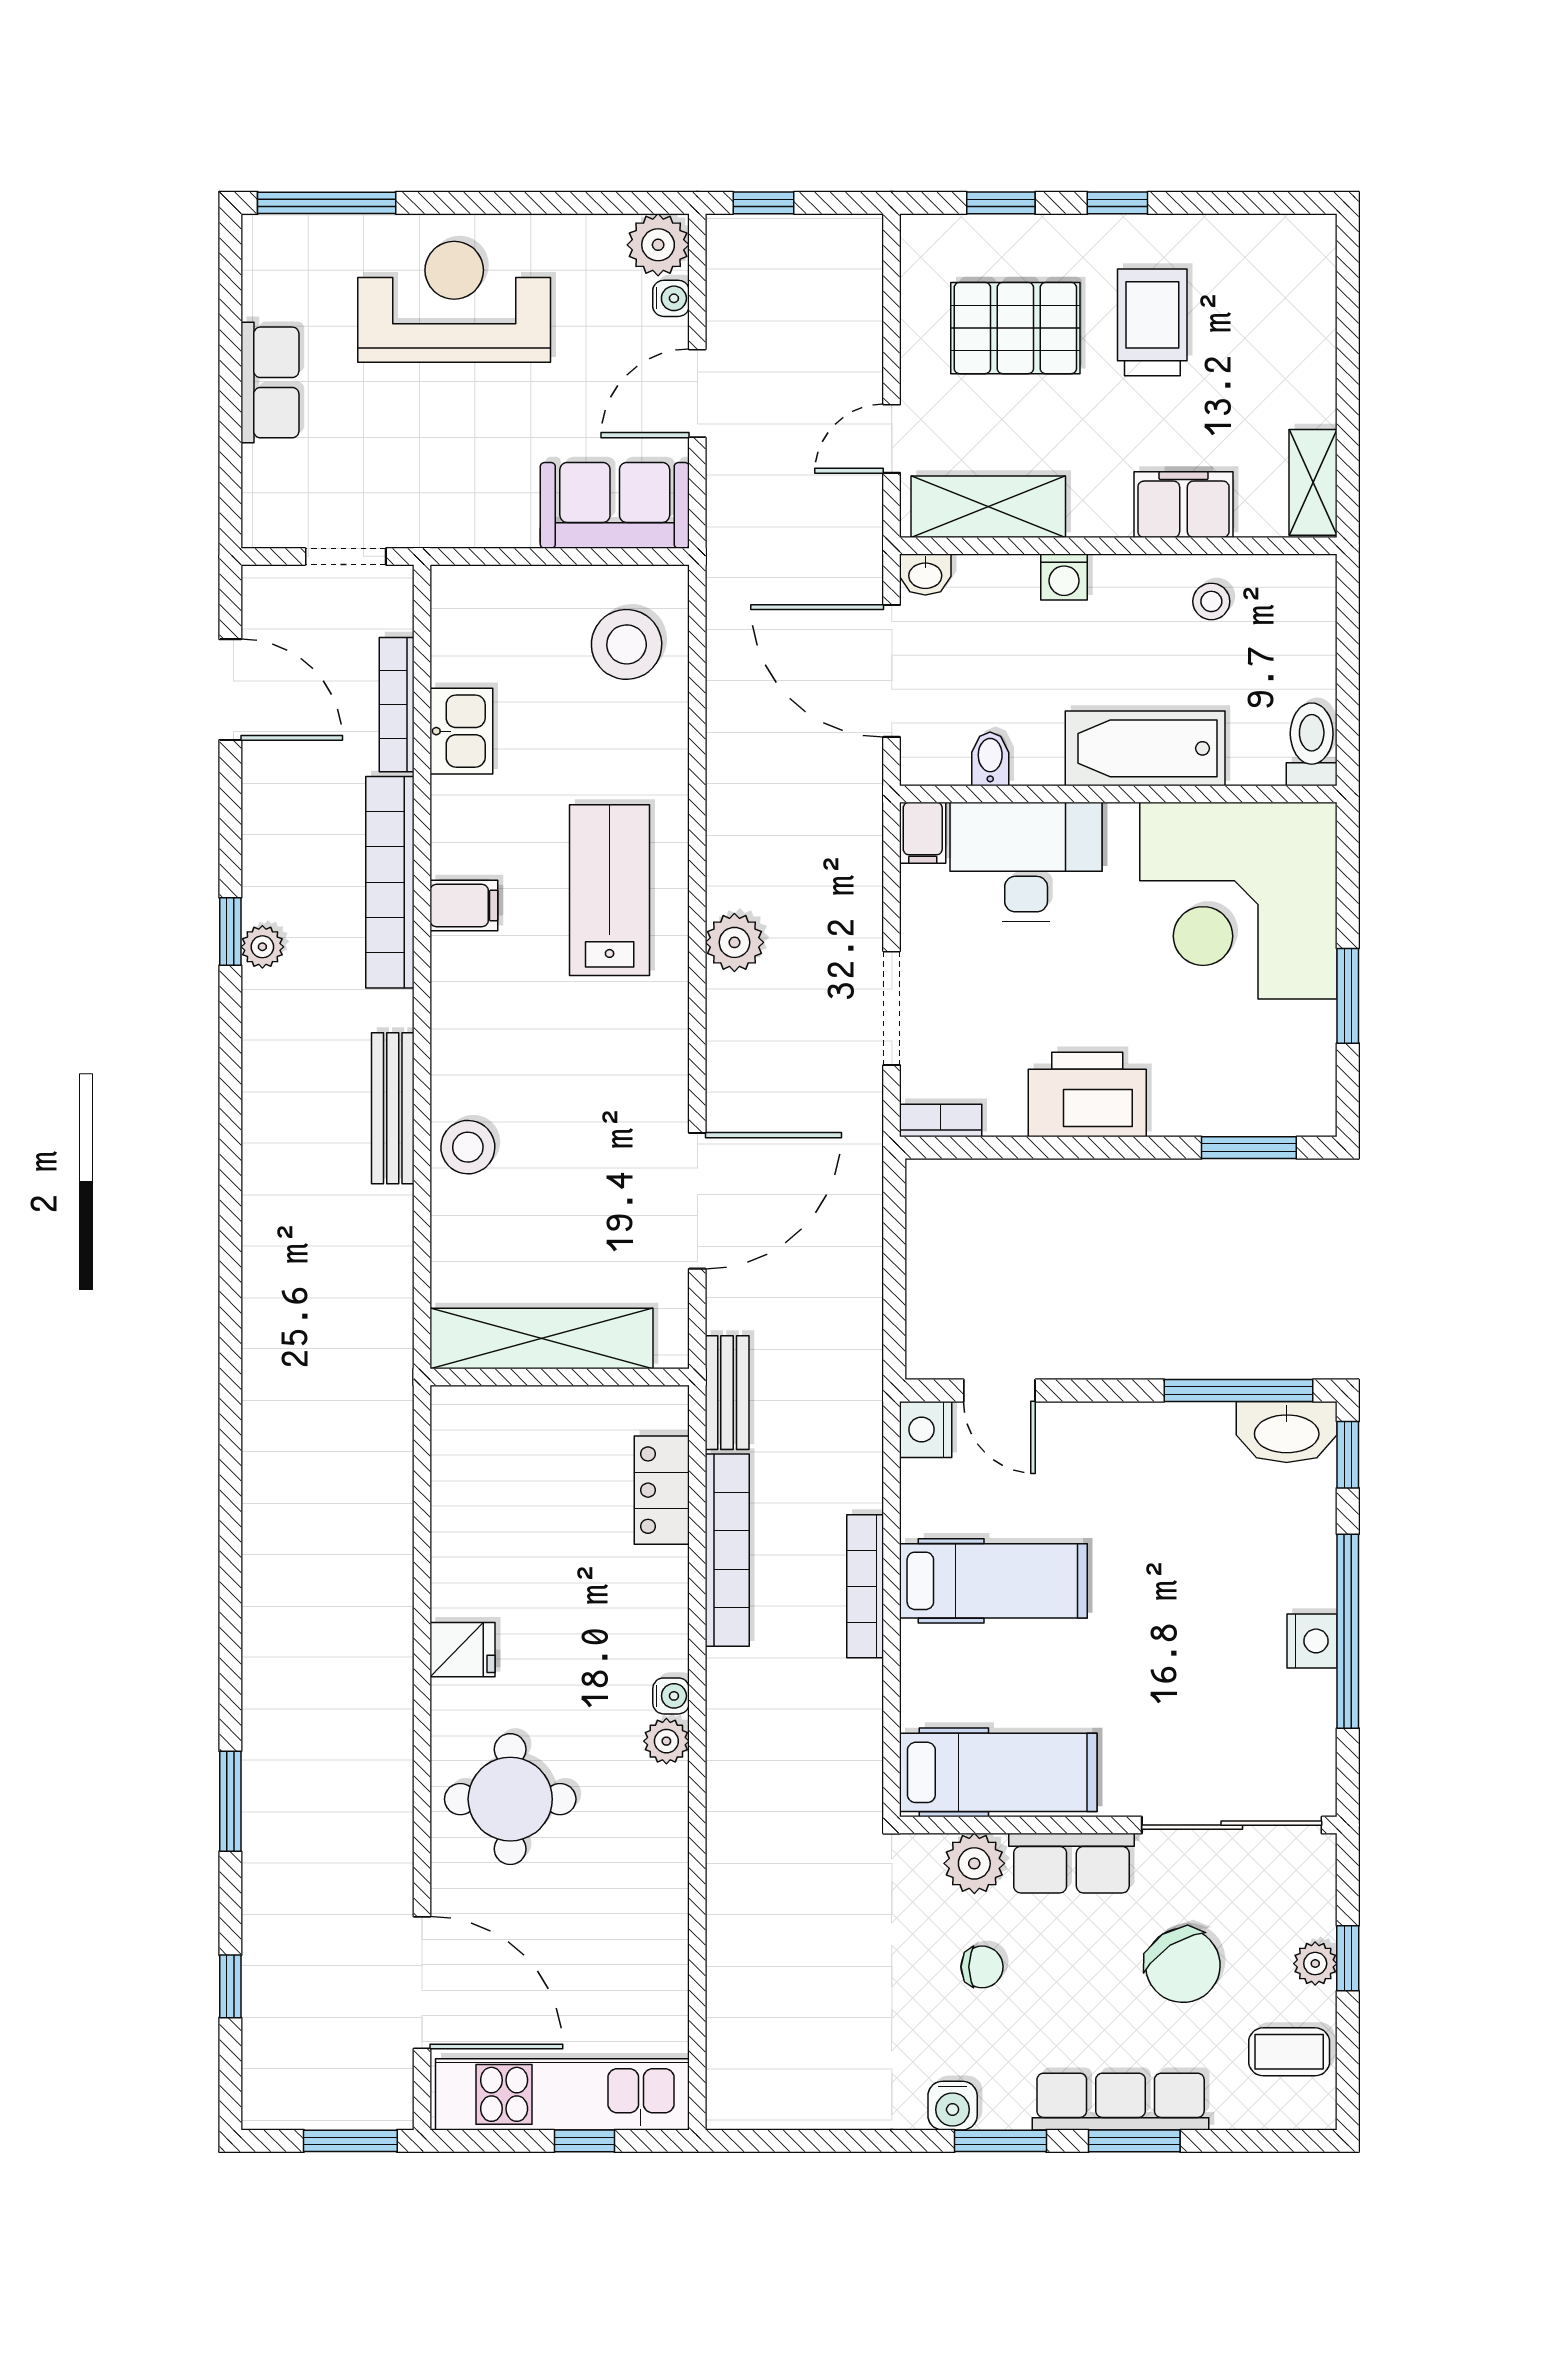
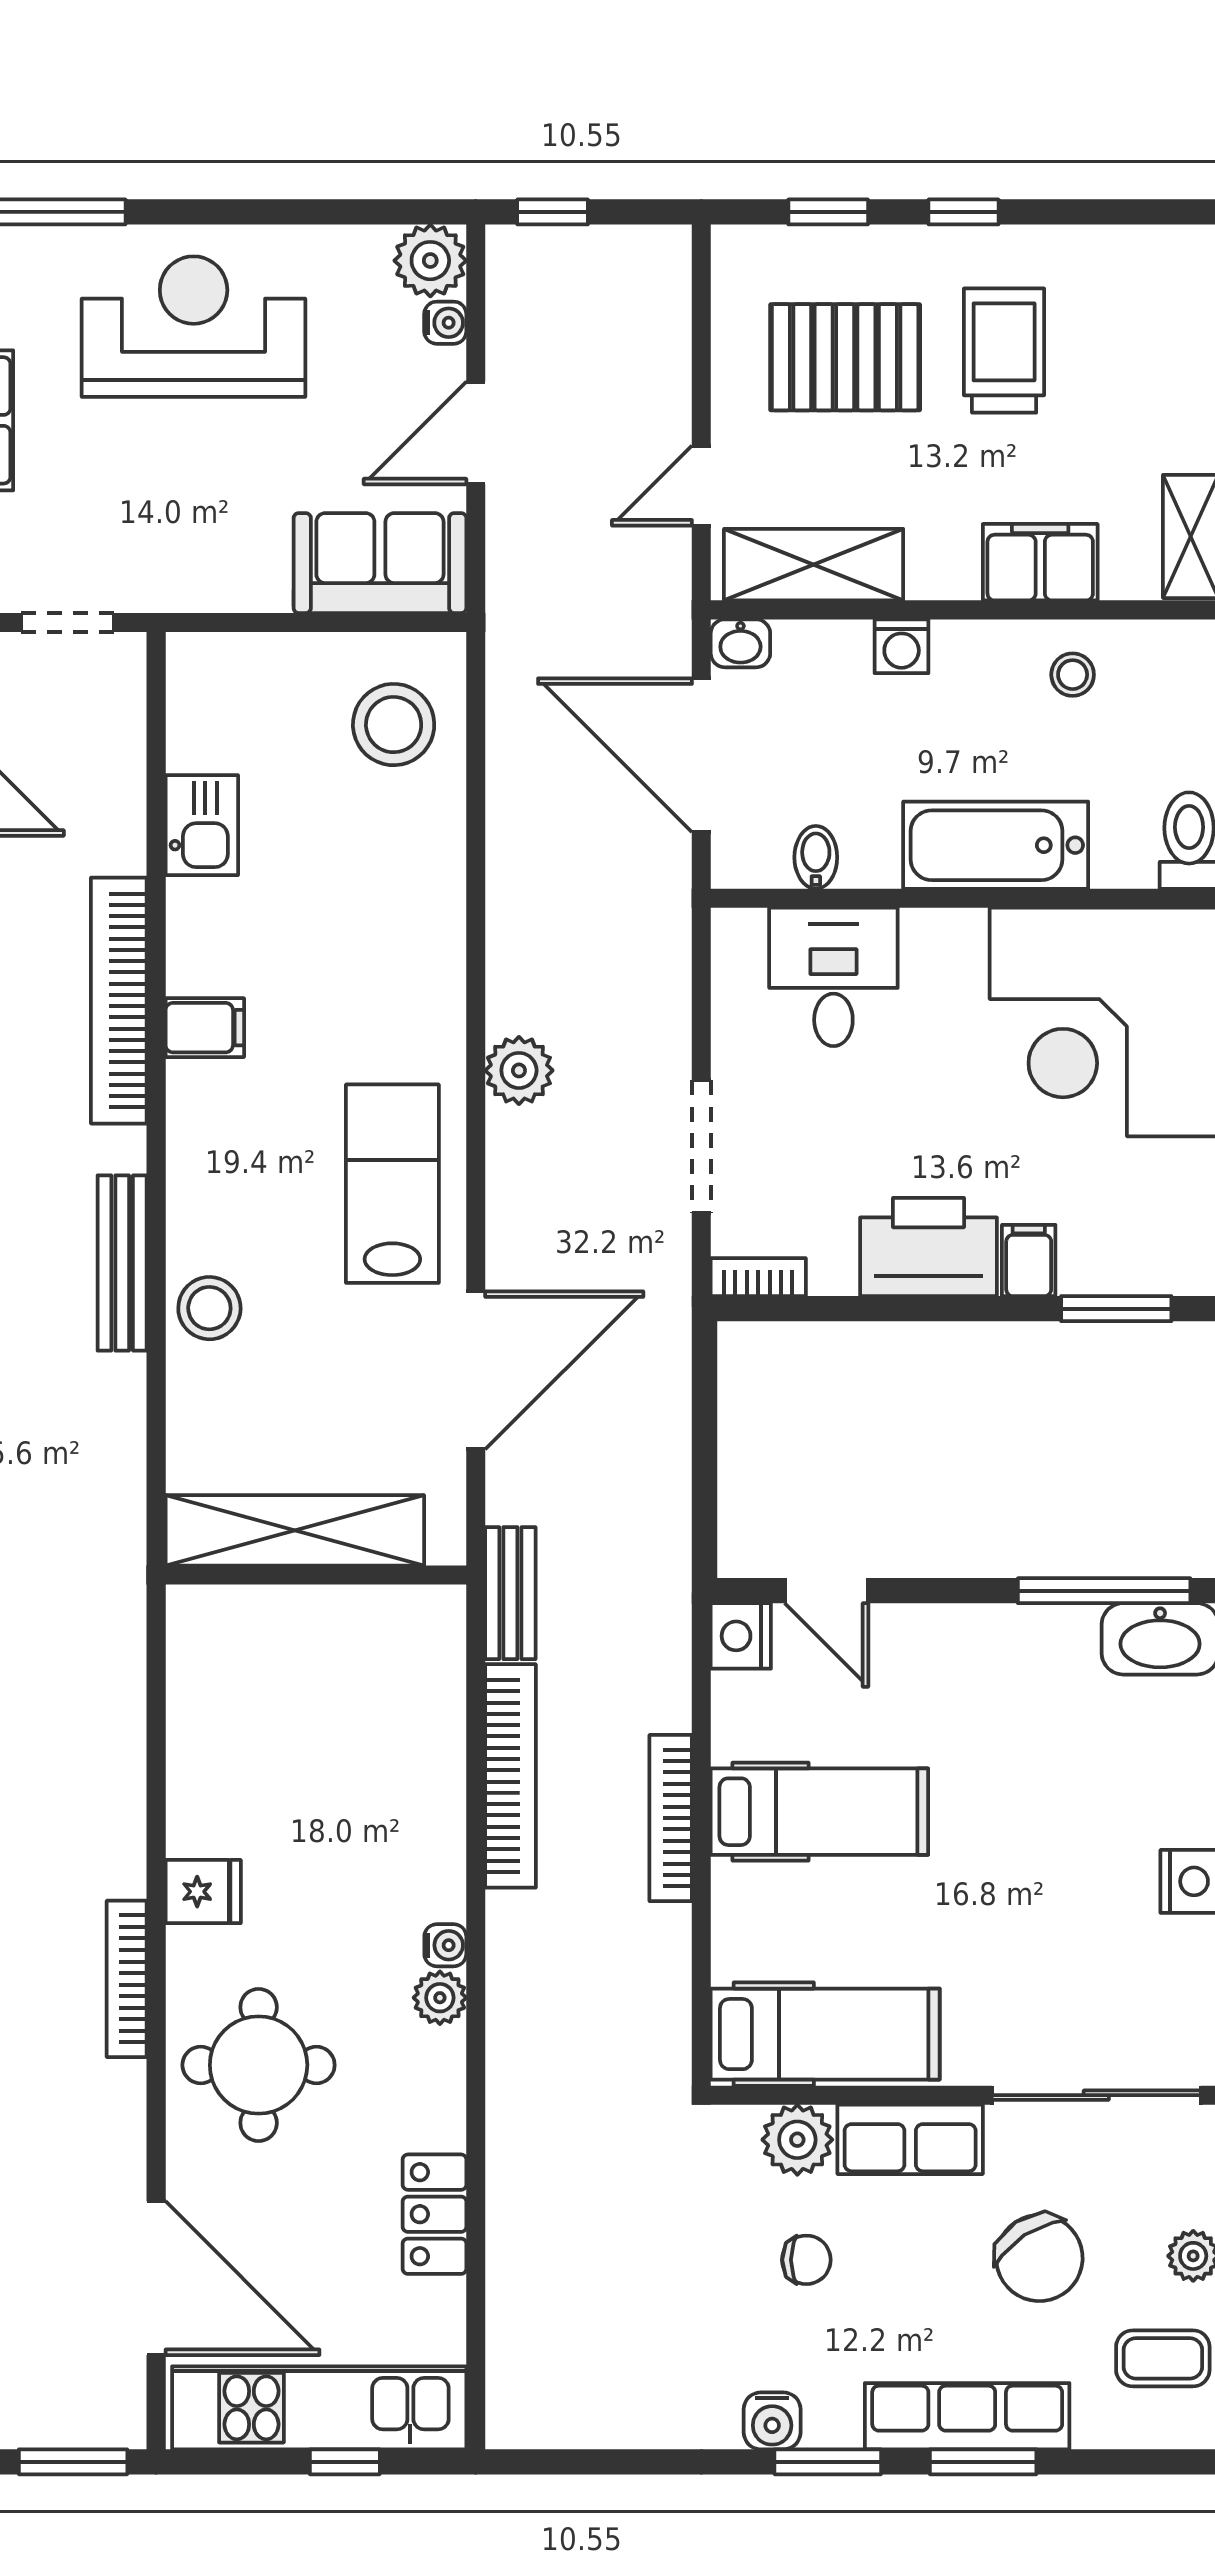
bookcase: (397, 705) -> (127, 1979), moved
filing cabinet: (923, 833) -> (1029, 1260), moved, turned 180
desk: (1026, 862) -> (833, 977), width x0.73
lab bench: (610, 890) -> (392, 1184), moved
locker: (662, 1490) -> (434, 2214), moved

